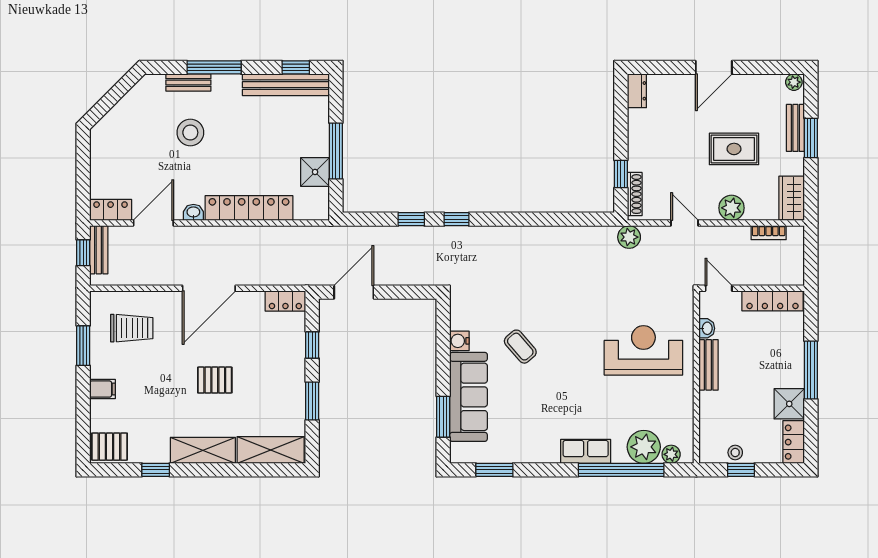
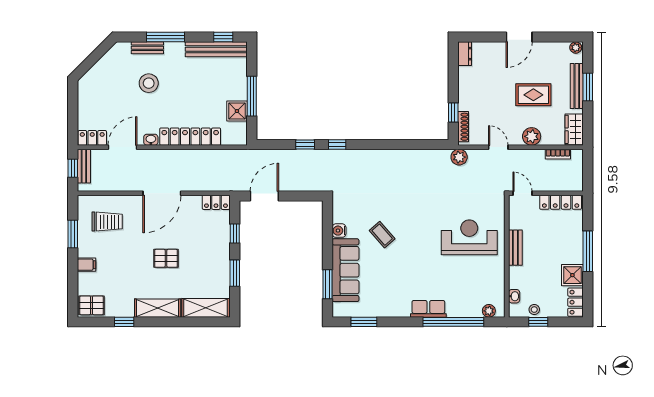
bench: (795, 128) -> (577, 86), width x1.36
washbasin: (707, 328) -> (514, 296), moved
plant: (644, 447) -> (470, 306), removed

